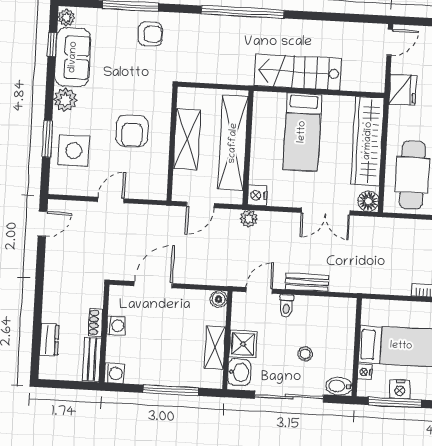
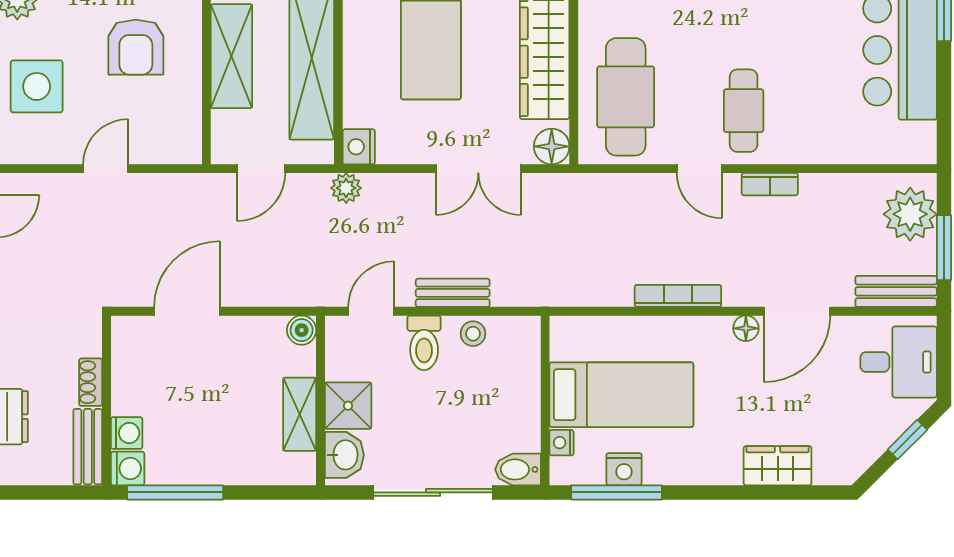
toilet: (286, 306) -> (424, 343), width x1.37, depth x1.39
washing machine: (116, 326) -> (127, 433), moved
stool: (305, 354) -> (473, 334), moved
window: (171, 390) -> (175, 492), moved

